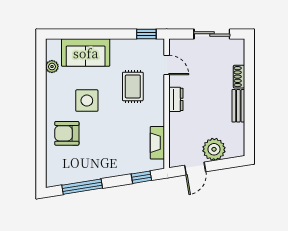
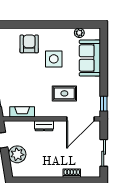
door: (167, 65) -> (80, 119), width x1.87
dresser: (176, 99) -> (44, 126), moved
bench: (238, 106) -> (50, 173), removed

